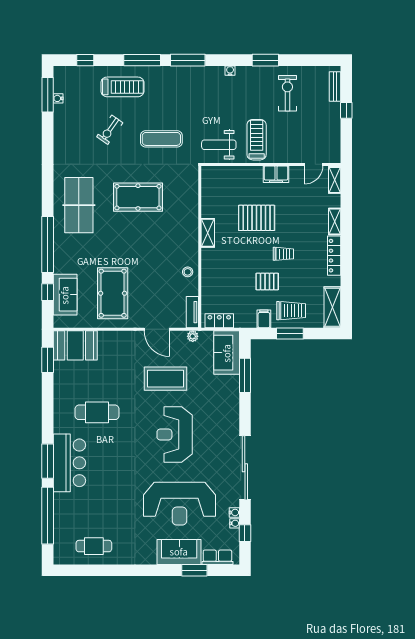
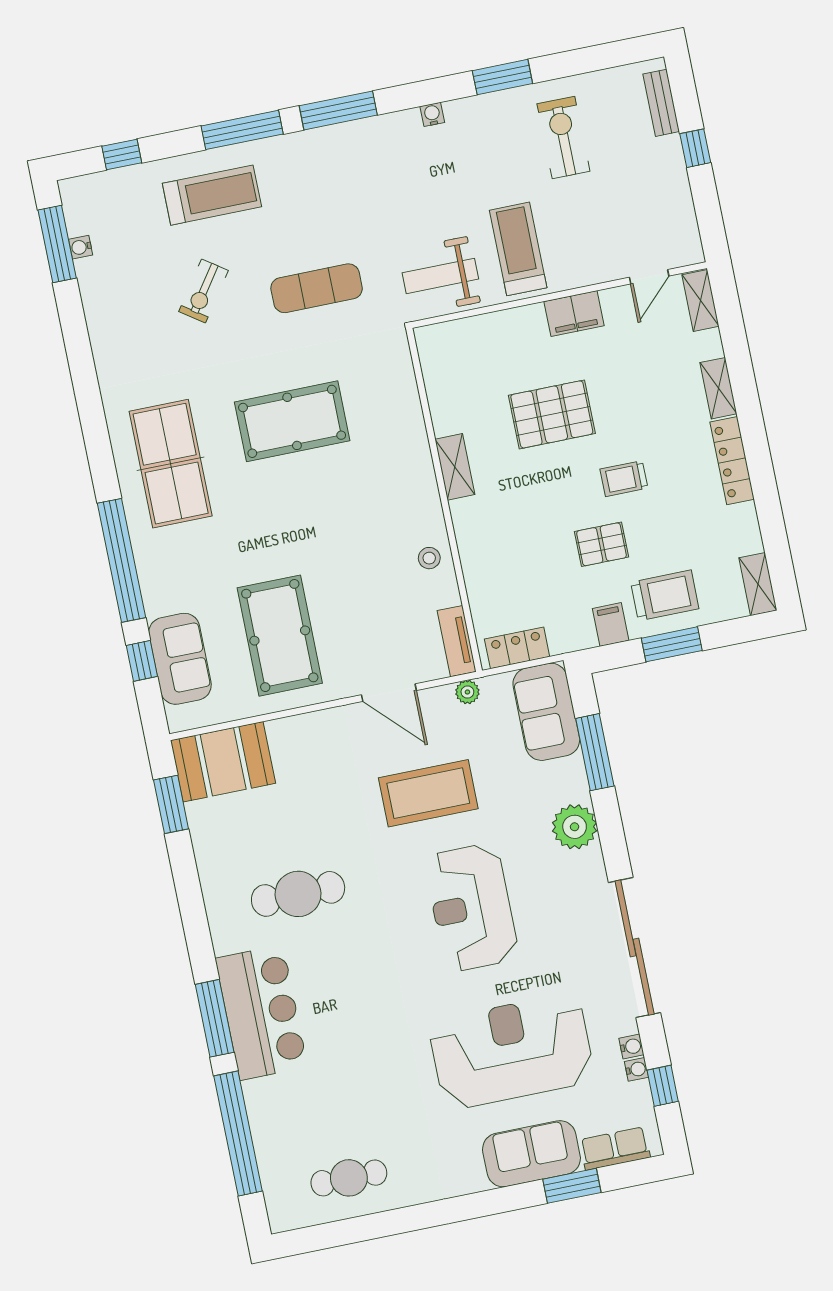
trolley: (283, 254) -> (624, 479), turned 180
shelving: (332, 307) -> (758, 584), width x0.67, depth x0.75
plant: (229, 407) -> (575, 827), added
reception desk: (179, 504) -> (512, 1051), turned 180

